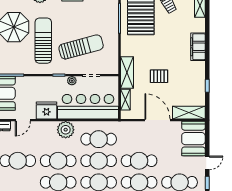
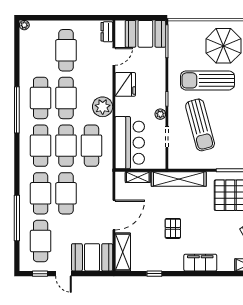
sun lounger: (43, 41) -> (207, 80), turned 180
shelving: (127, 72) -> (179, 179), width x1.47
pallet: (159, 76) -> (173, 228), moved
bar counter: (88, 107) -> (130, 143), width x0.73
door: (23, 120) -> (114, 56), swing flipped

